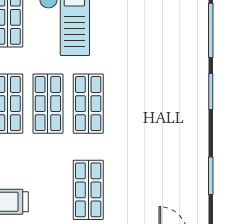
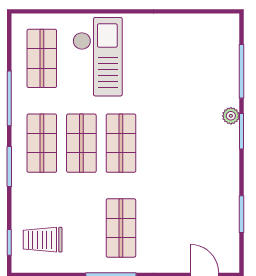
plant: (200, 76) -> (231, 116), added

